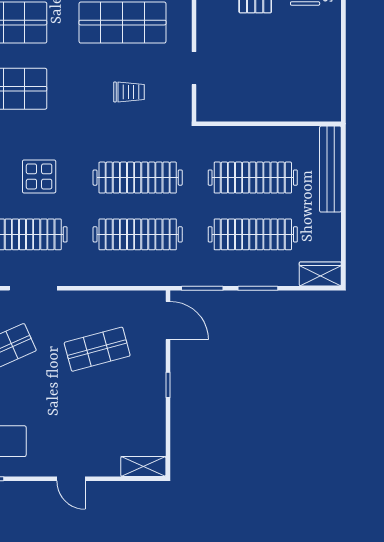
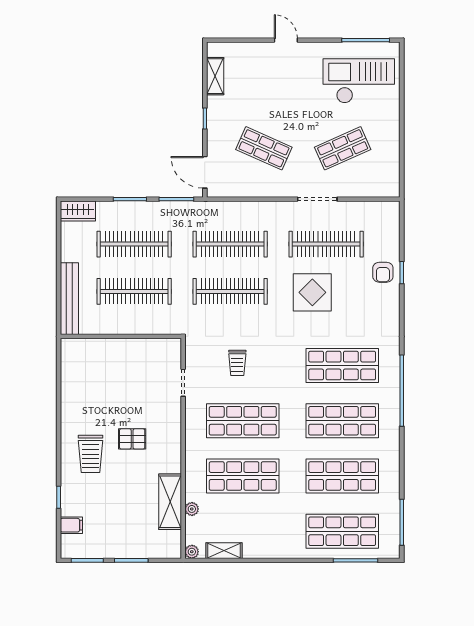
trolley: (129, 92) -> (237, 363), turned -90
display table: (39, 176) -> (312, 292), width x1.36, depth x1.36
shop shelf: (97, 349) -> (264, 148), turned 39
shelving: (143, 467) -> (215, 76), moved, turned 90

